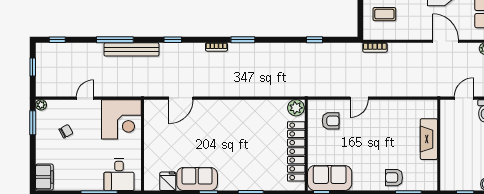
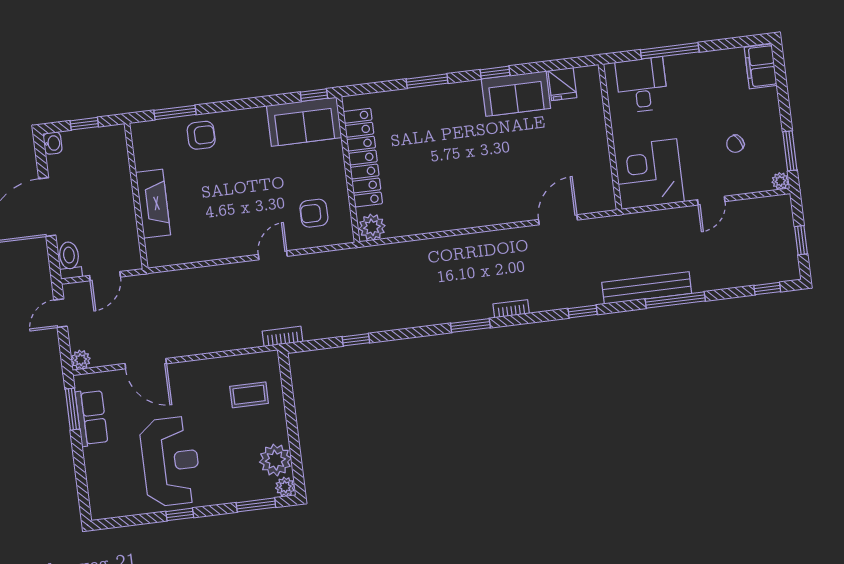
bookcase: (375, 47) -> (283, 336), moved

